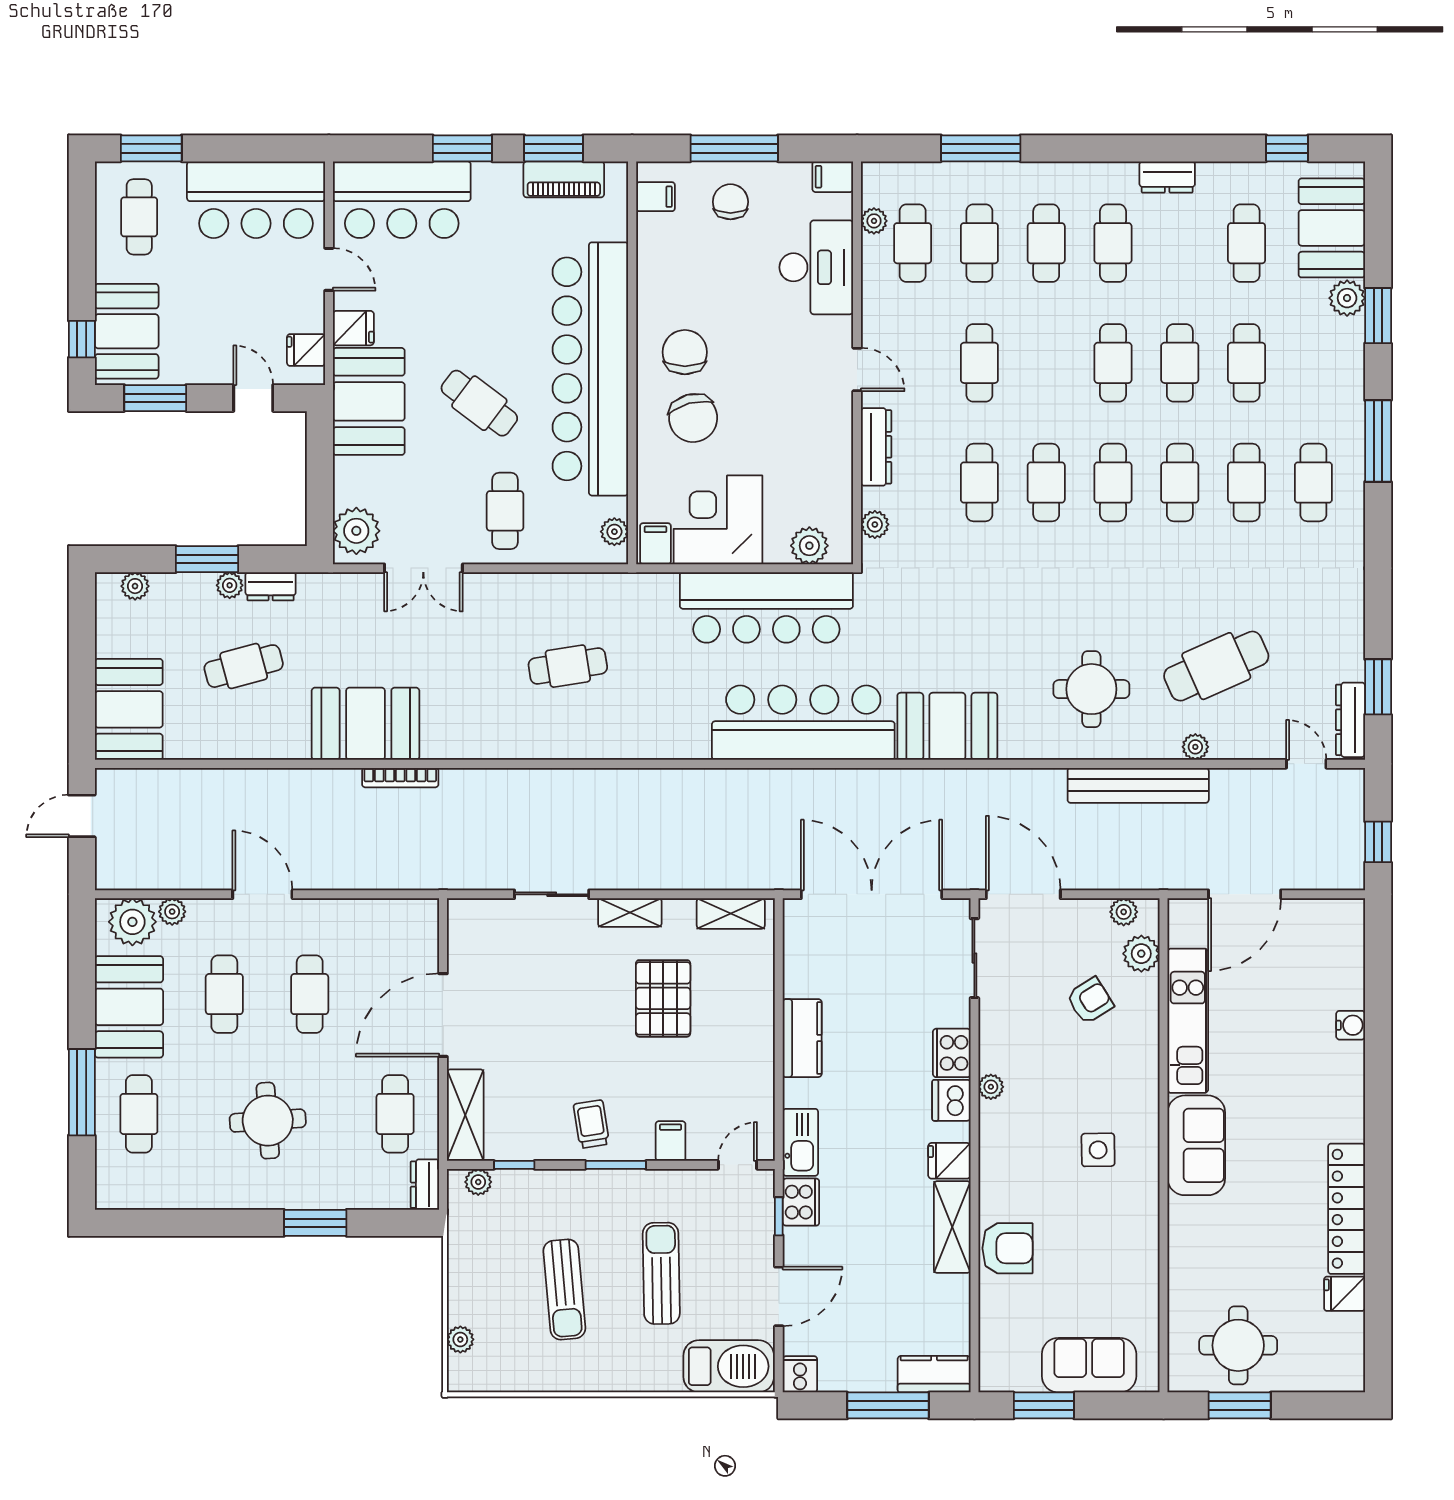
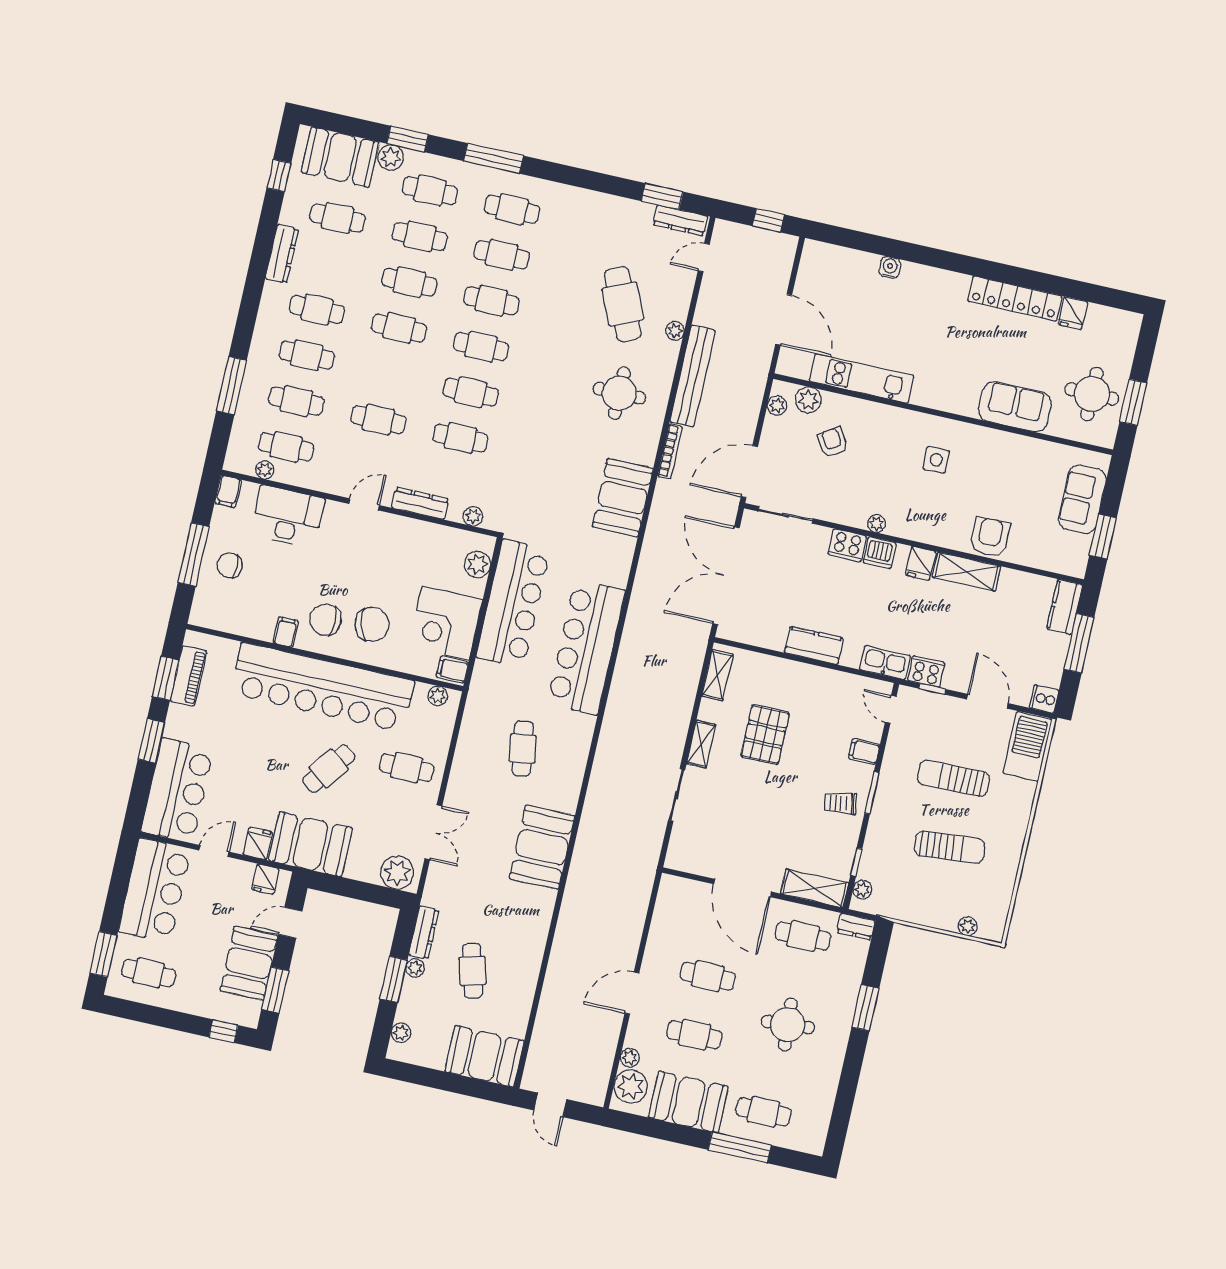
dresser: (1167, 177) -> (282, 254), width x1.44
filing cabinet: (655, 197) -> (286, 632), moved
booth: (127, 331) -> (249, 963), moved, turned 90
cafe table: (1313, 363) -> (430, 191), added
dresser: (271, 586) -> (424, 932), width x1.44
bar counter: (803, 723) -> (586, 647), moved
booth: (365, 724) -> (542, 847), moved
bookcase: (400, 778) -> (670, 451), moved
pallet: (663, 998) -> (765, 735), turned 90
sofa: (1196, 1145) -> (1015, 407), moved

